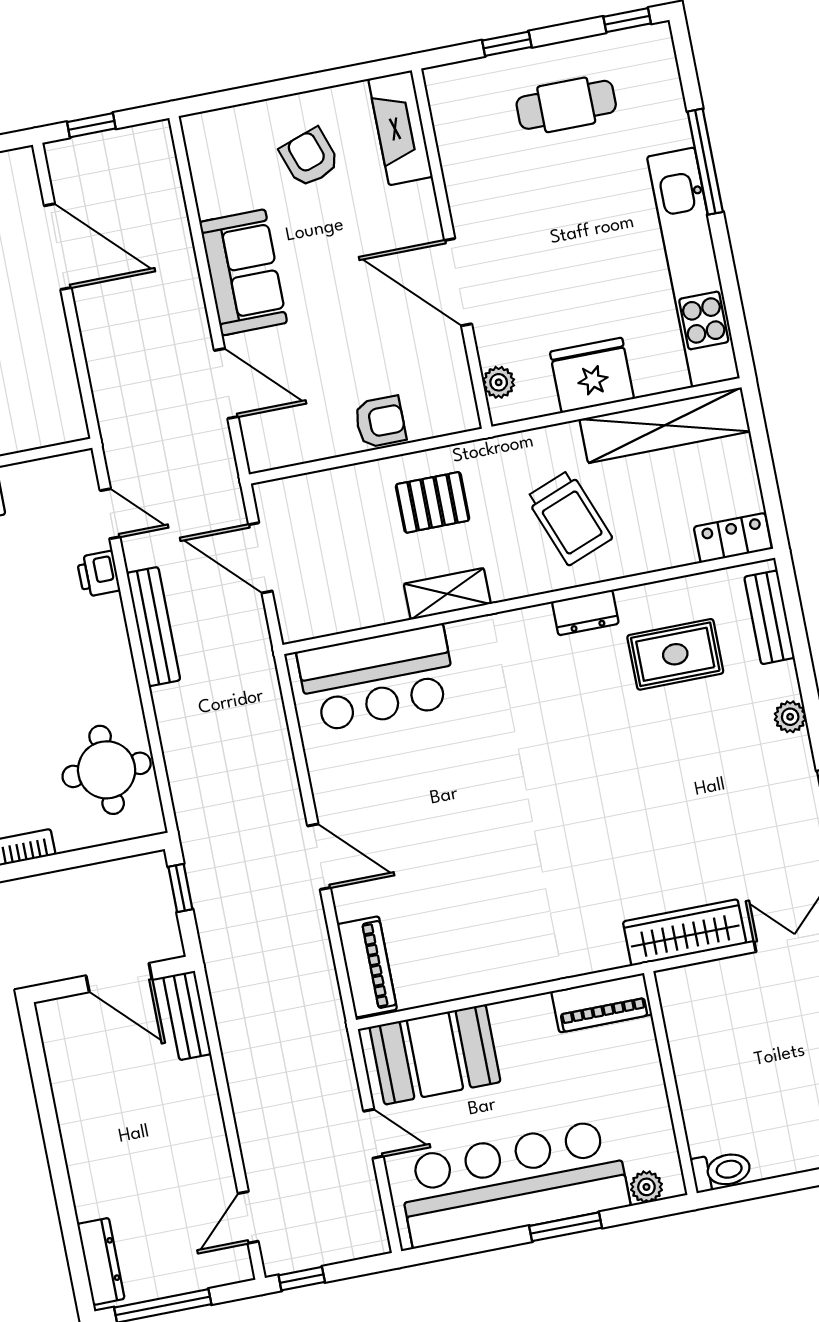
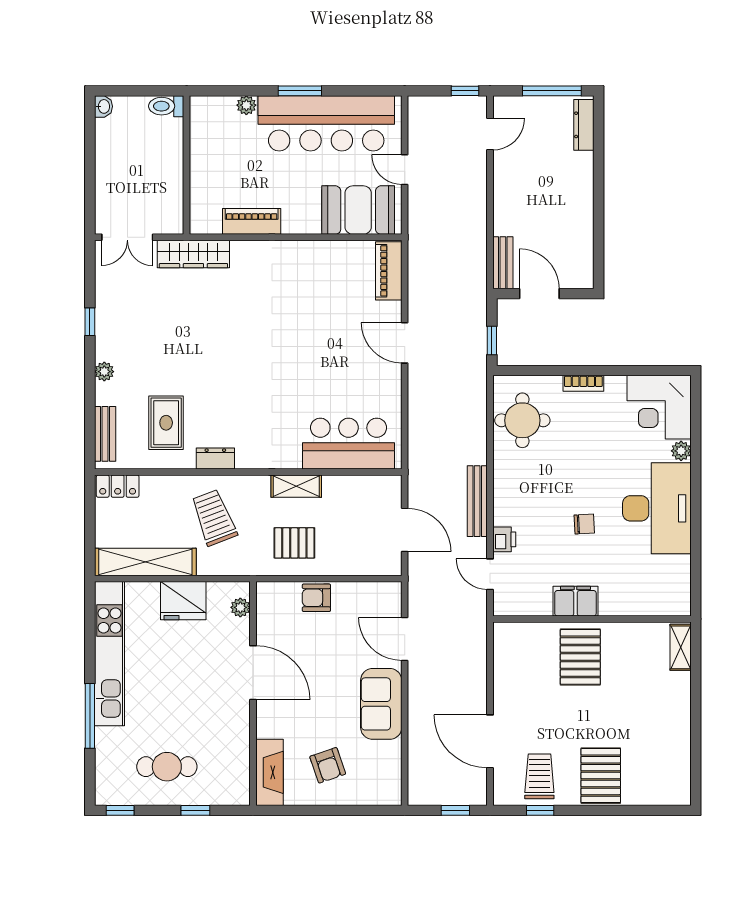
rug: (675, 654) -> (166, 423), turned 90
wall: (670, 1083) -> (187, 165), moved
toilet: (721, 1171) -> (166, 106), moved

